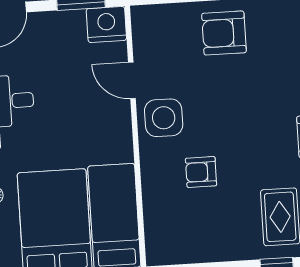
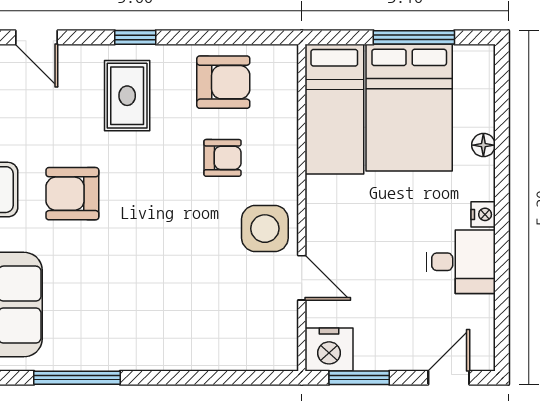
armchair: (224, 33) -> (223, 82), moved

